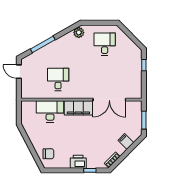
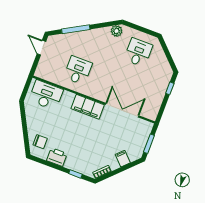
double door: (109, 100) -> (122, 110), swing flipped
desk: (50, 111) -> (46, 95), moved
printer: (78, 162) -> (57, 157), moved

